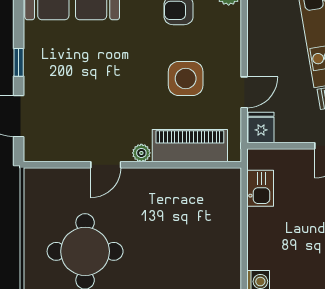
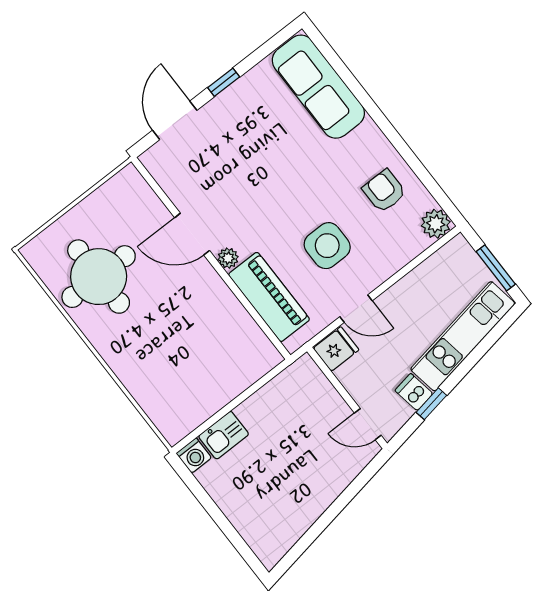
door: (106, 165) -> (192, 234), width x1.37
kitchen sink: (260, 188) -> (224, 435), moved

